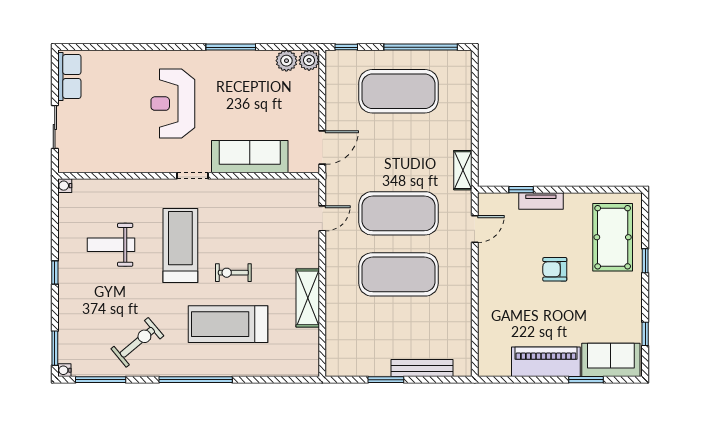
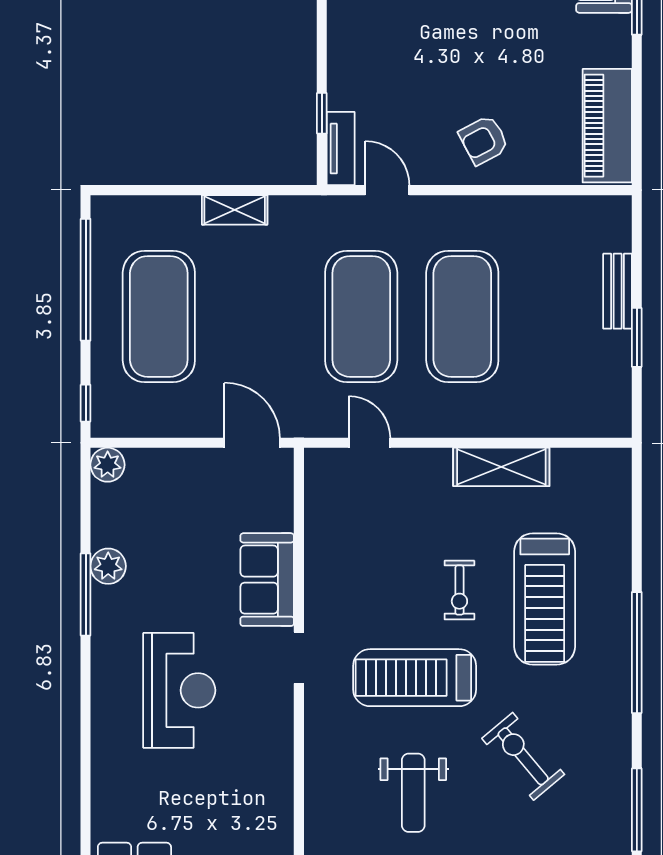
plant: (286, 61) -> (108, 566), moved
reception desk: (173, 104) -> (179, 690), turned -90
sofa: (250, 157) -> (267, 580), width x0.73
shelving: (463, 170) -> (235, 210), moved
tv unit: (541, 201) -> (341, 149), moved
armchair: (555, 269) -> (484, 140), moved, turned 62
exercise bike: (137, 342) -> (523, 756), moved
piano: (546, 362) -> (607, 126), moved
bench: (422, 368) -> (618, 291), width x0.73

